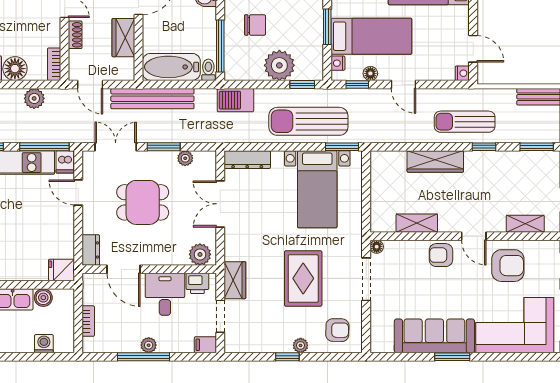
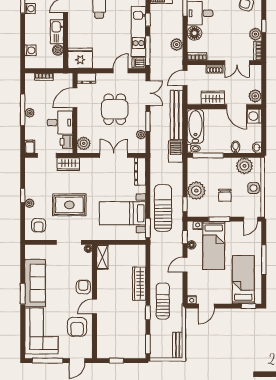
chair: (255, 25) -> (225, 195), moved
barbecue: (235, 100) -> (176, 152), moved
shelving: (417, 223) -> (102, 257), moved
shelving: (525, 224) -> (102, 337), removed
fridge: (61, 270) -> (80, 58), width x1.88, depth x1.34

